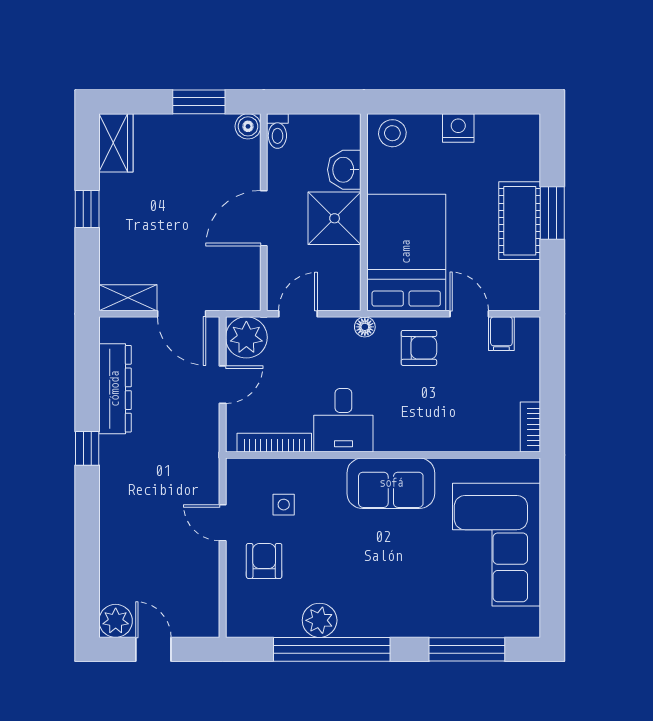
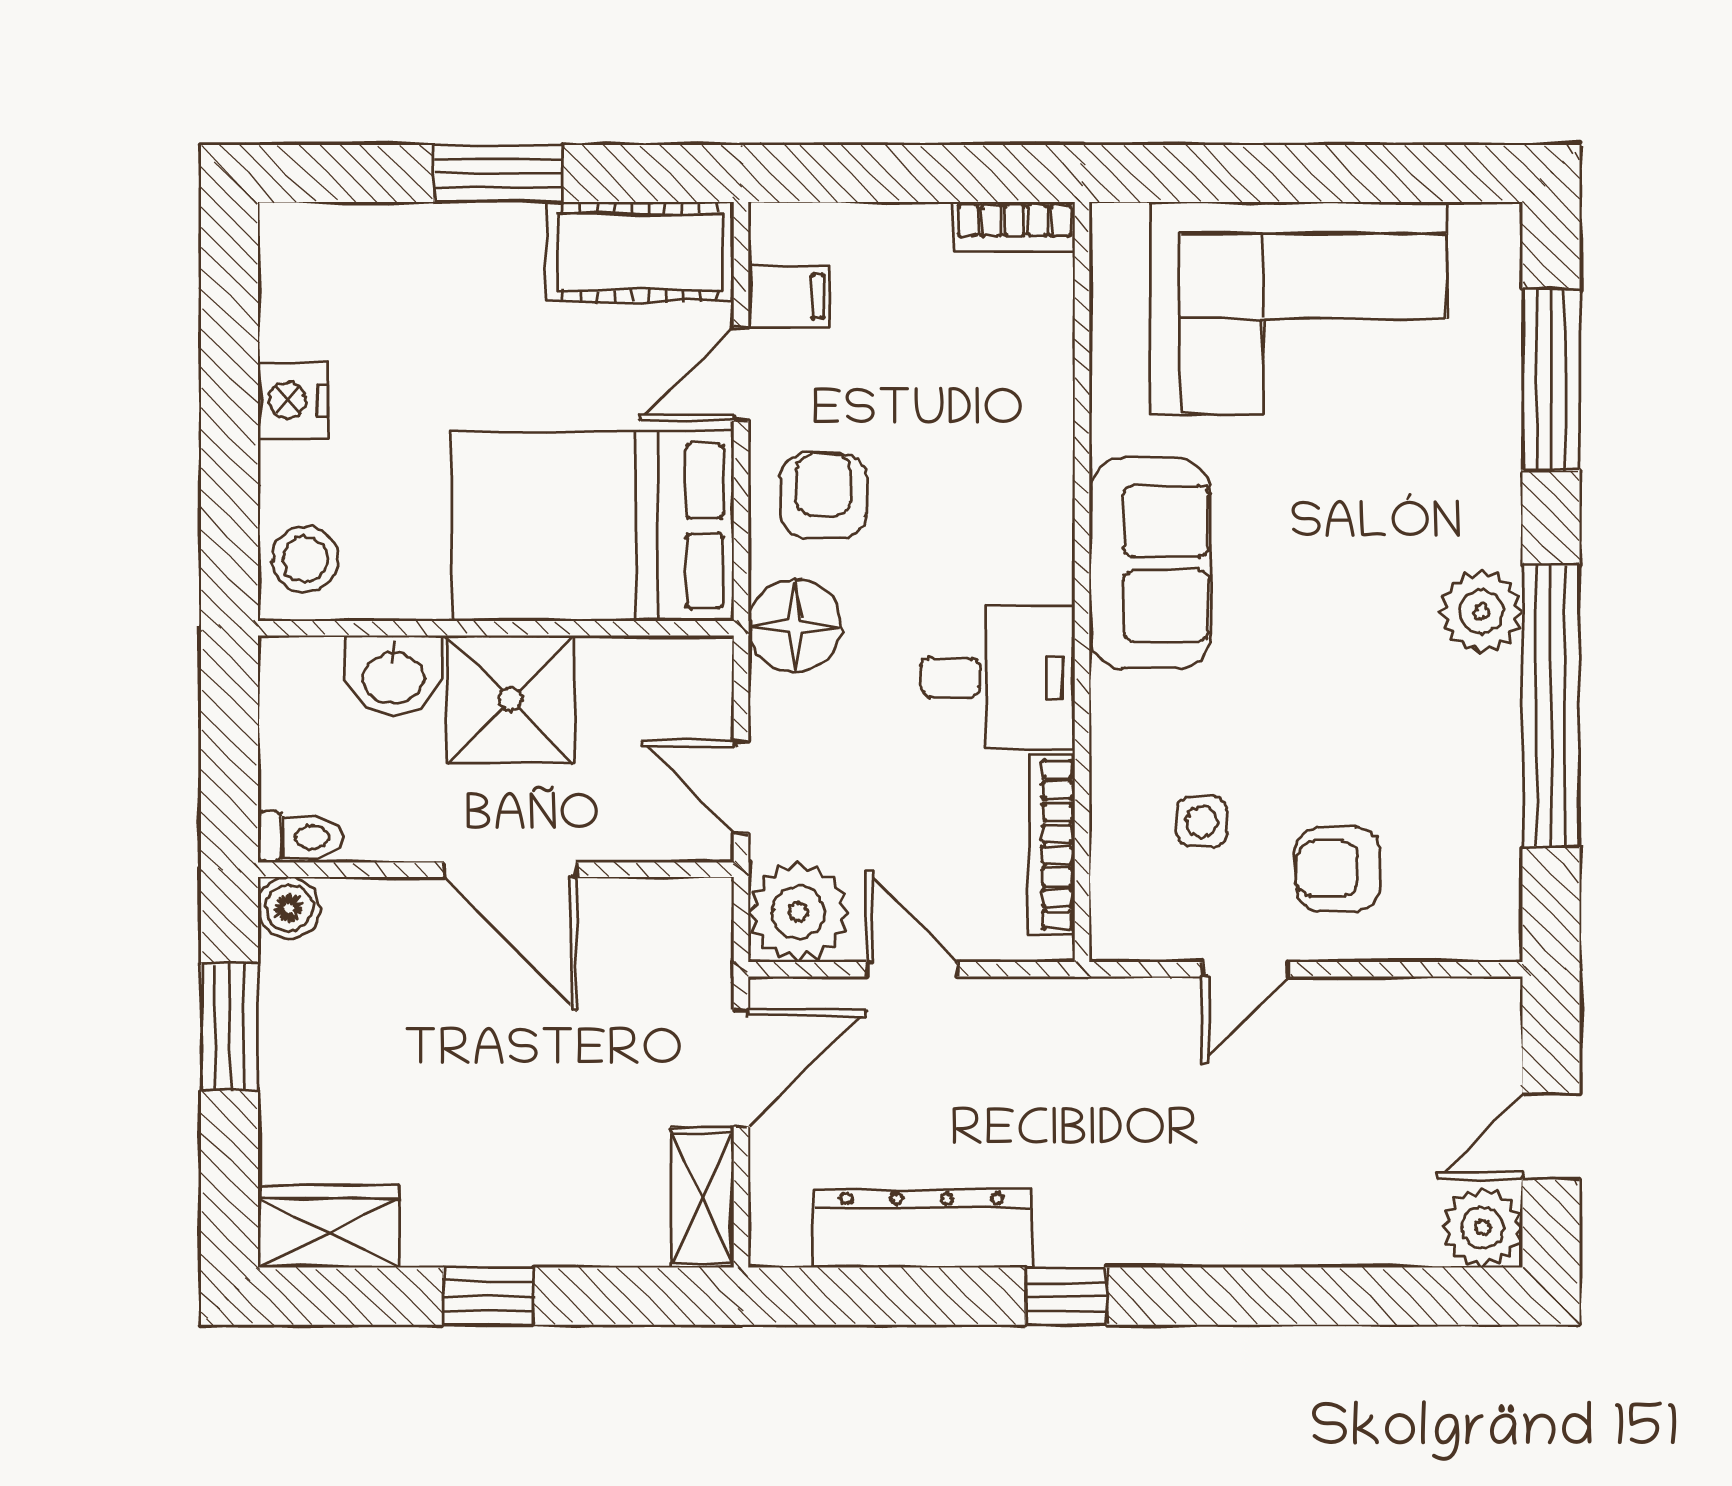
cot: (520, 221) -> (640, 252), moved
floor lamp: (365, 327) -> (795, 626), width x1.89, depth x1.89
plant: (320, 620) -> (1481, 612), moved

